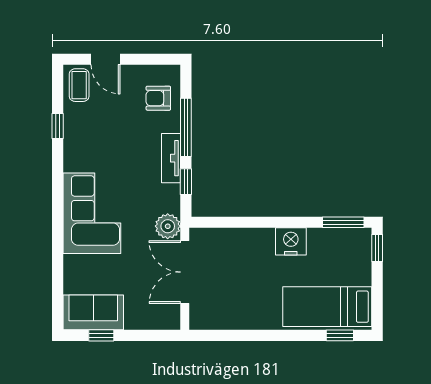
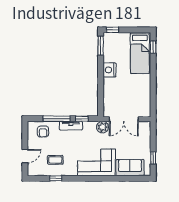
coffee table: (79, 85) -> (55, 160), moved
sofa: (93, 312) -> (130, 168), moved, turned 90

